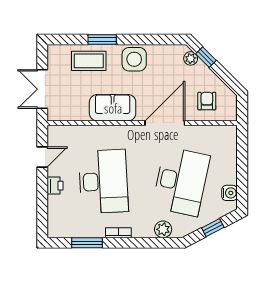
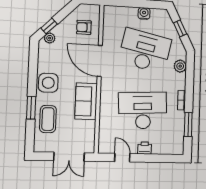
water cooler: (230, 193) -> (144, 13), moved

